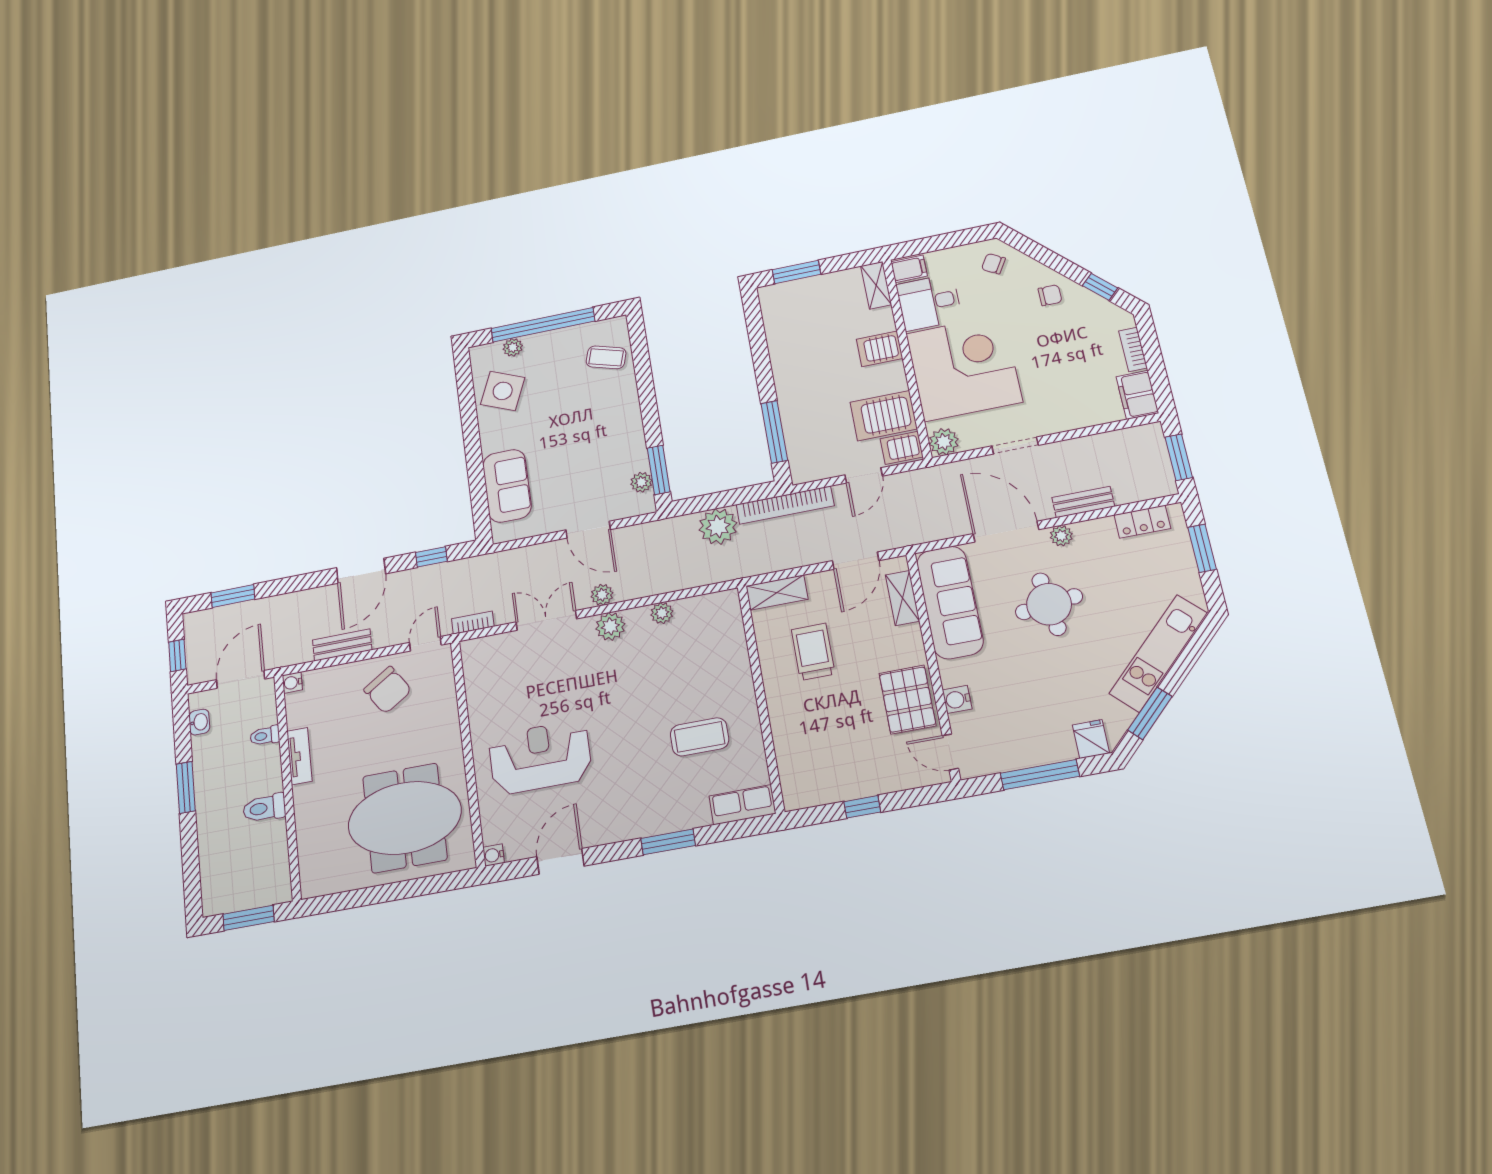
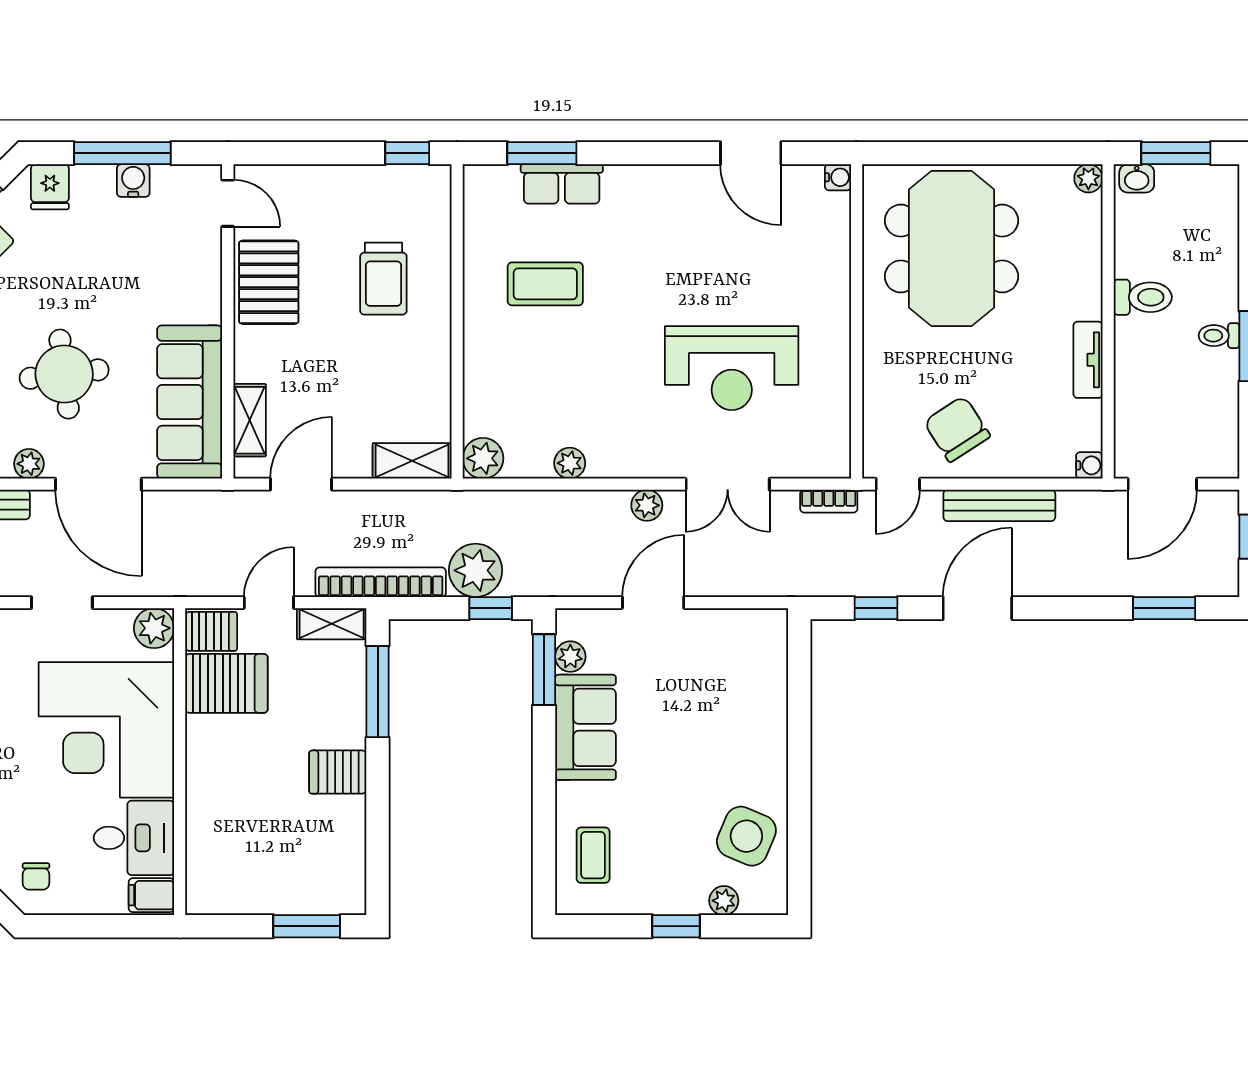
chair: (993, 264) -> (36, 876), turned 60
shelving: (876, 285) -> (332, 624), moved, turned 90
window: (543, 325) -> (676, 926), width x0.32
server rack: (879, 349) -> (338, 772), moved, turned 180
coffee table: (606, 357) -> (593, 855), turned 73
sofa: (507, 486) -> (586, 727), moved, turned 180
window: (703, 503) -> (491, 608), added
door: (588, 530) -> (653, 603), hinge flipped
plant: (610, 626) -> (483, 458), moved
bench: (342, 645) -> (999, 505), width x1.36
trolley: (813, 652) -> (383, 279), moved
water cooler: (957, 699) -> (133, 181), moved, turned -90
washbasin: (199, 722) -> (1137, 178), moved, turned -90
toilet: (265, 736) -> (1219, 336), moved, turned 180
reception desk: (540, 757) -> (732, 368), moved
row of seats: (742, 805) -> (562, 184), moved
window: (862, 807) -> (407, 153), moved
meeting table: (405, 818) -> (951, 248), turned 90
window: (668, 842) -> (542, 153), moved
door: (560, 861) -> (751, 153), hinge flipped
plant: (310, 888) -> (1088, 178), added

